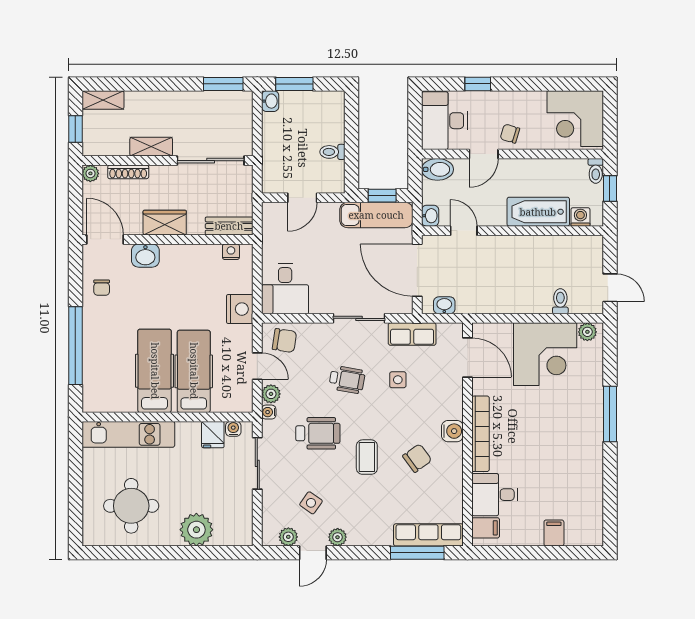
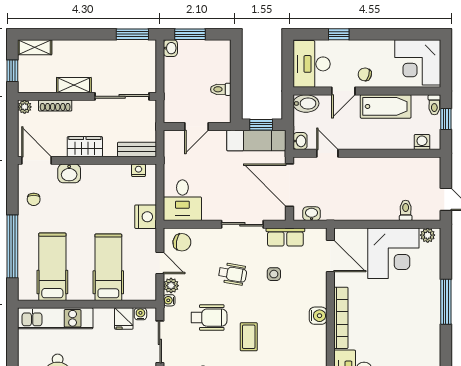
bathtub: (538, 212) -> (386, 106), moved, turned 180
hospital bed: (155, 371) -> (52, 267), moved
chair: (417, 458) -> (290, 338), removed

